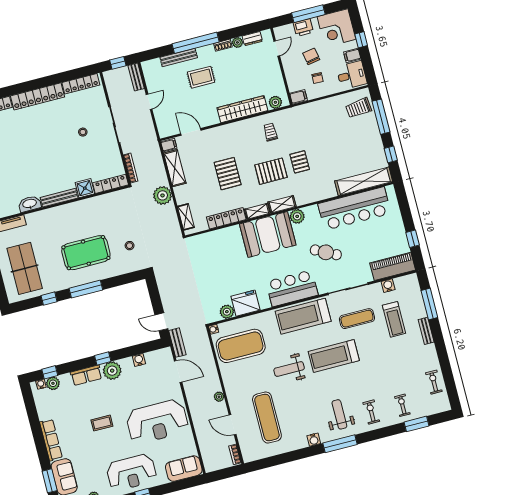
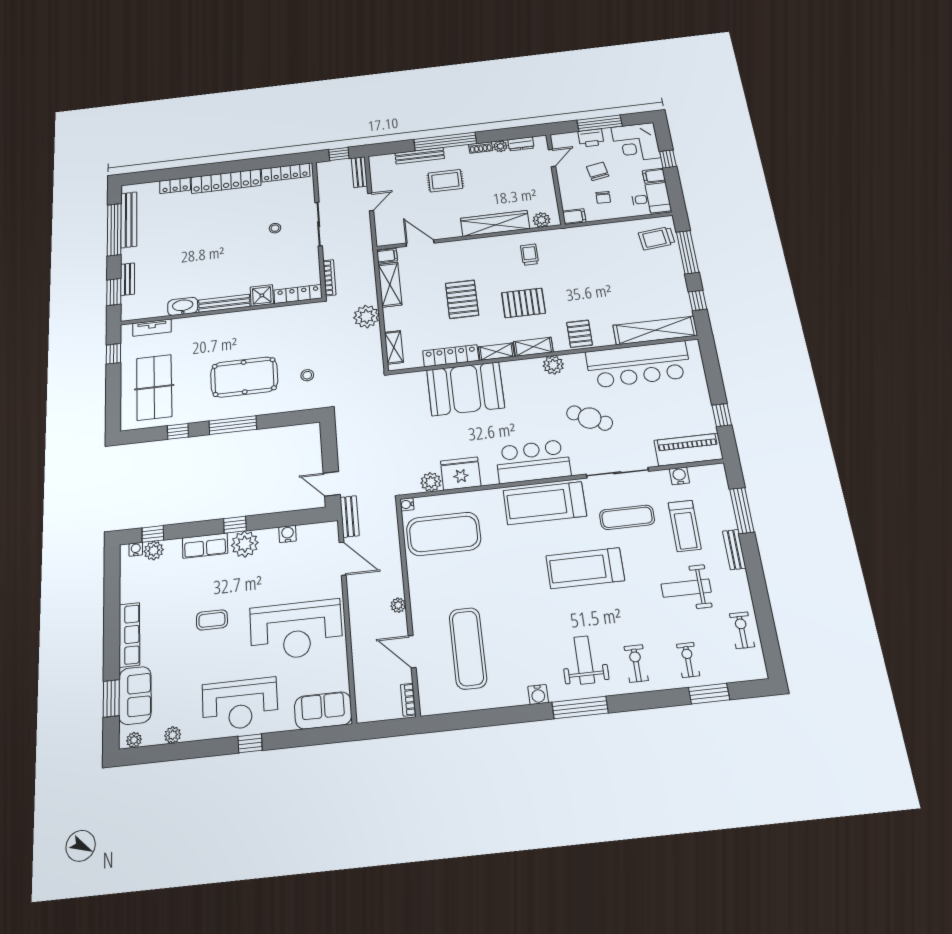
pallet: (300, 162) -> (580, 334), moved
booth: (268, 235) -> (465, 389), moved
weight bench: (289, 369) -> (686, 588), moved

